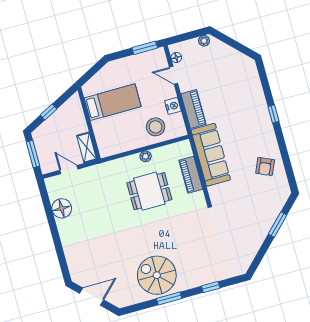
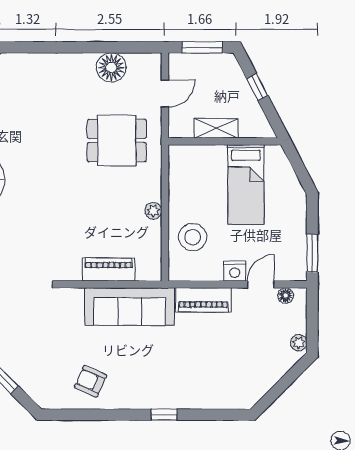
nightstand: (173, 106) -> (235, 271), moved
shelving: (87, 148) -> (216, 128), moved
dining table: (149, 191) -> (117, 140), moved, turned 90

